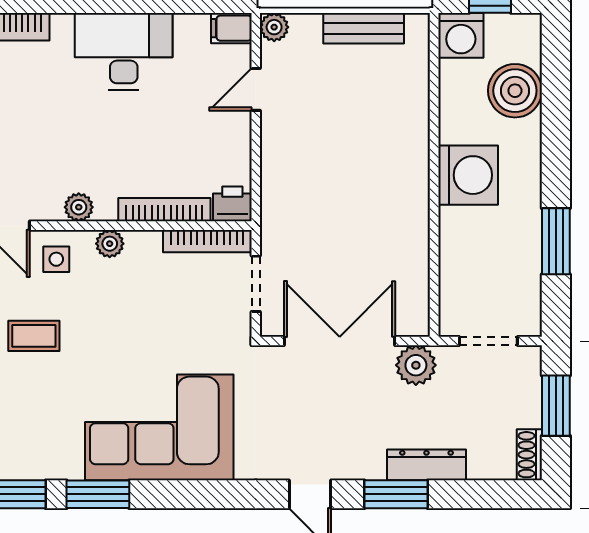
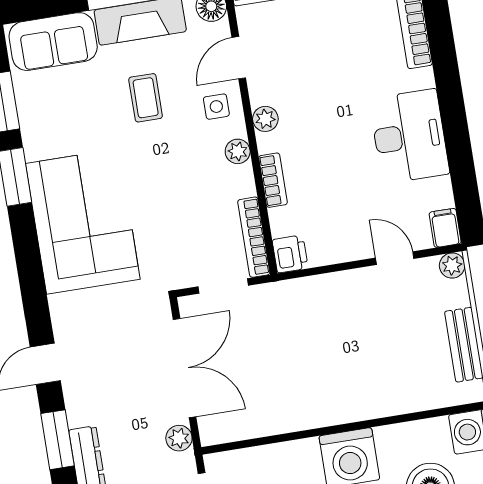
bookcase: (164, 210) -> (273, 180), width x0.64
plant: (416, 365) -> (179, 438), width x0.73, depth x0.73

